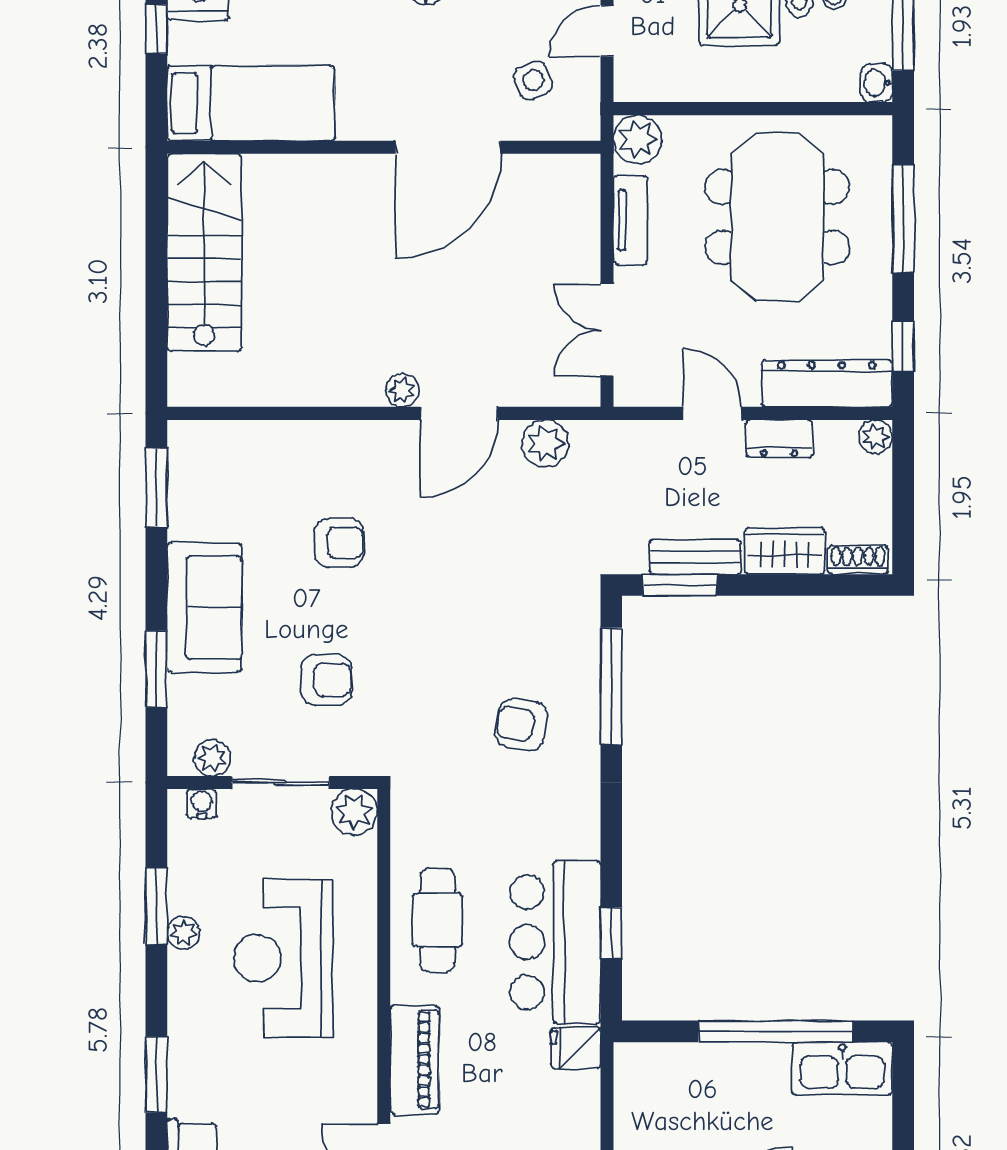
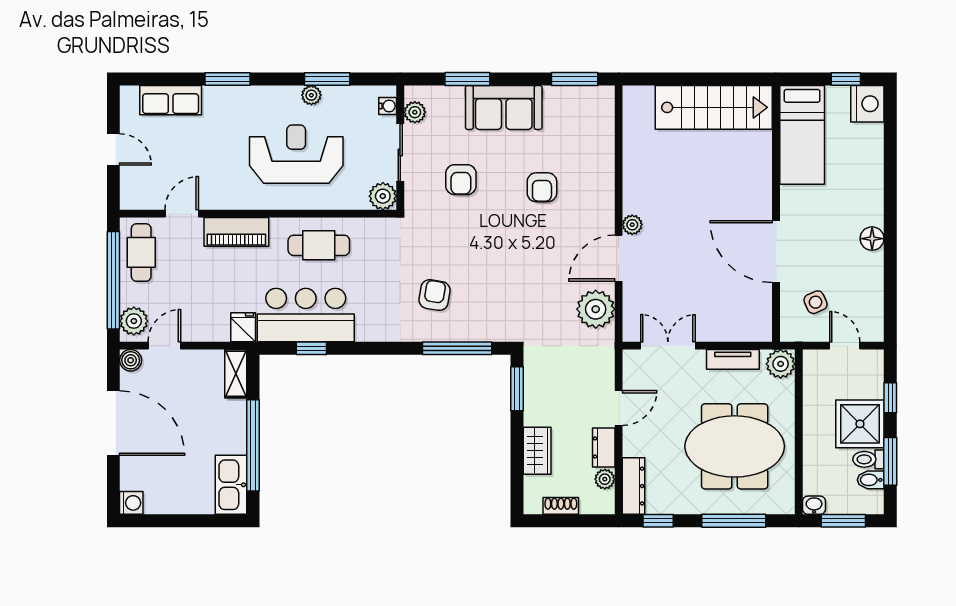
dresser: (827, 384) -> (633, 486), width x0.73, depth x0.80
door: (459, 413) -> (619, 258), hinge flipped
plant: (875, 437) -> (605, 479), moved
plant: (545, 443) -> (596, 309), width x1.36, depth x1.36
bench: (695, 557) -> (534, 398), removed
shoe rack: (858, 560) -> (561, 506), moved, turned -90
shelving: (654, 1061) -> (236, 374), added

